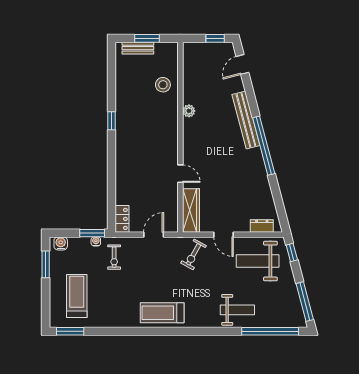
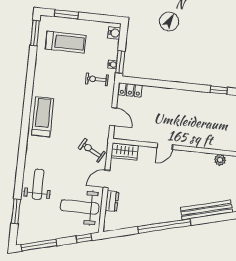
window: (264, 146) -> (164, 226), moved
wardrobe: (191, 211) -> (125, 152), width x0.67
dresser: (262, 226) -> (112, 201), moved
weight bench: (258, 261) -> (80, 207), turned -90
window: (46, 264) -> (66, 14), moved
weight bench: (237, 310) -> (38, 184), turned 180
window: (270, 331) -> (16, 211), width x0.47

